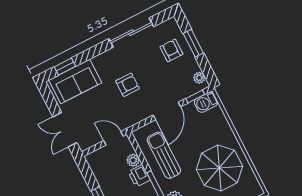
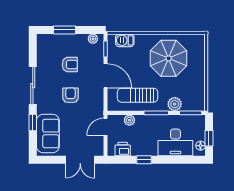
sliding door: (131, 33) -> (33, 86), moved
armchair: (171, 50) -> (70, 65), moved, turned 180
window: (65, 67) -> (33, 123), moved
barbecue: (206, 102) -> (125, 40), moved, turned 90
printer: (139, 176) -> (123, 149), moved, turned 180

